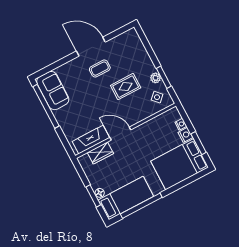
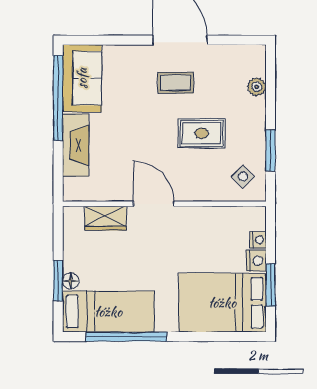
plant: (156, 78) -> (257, 87), moved
fireplace: (91, 140) -> (76, 145), moved, turned 90

